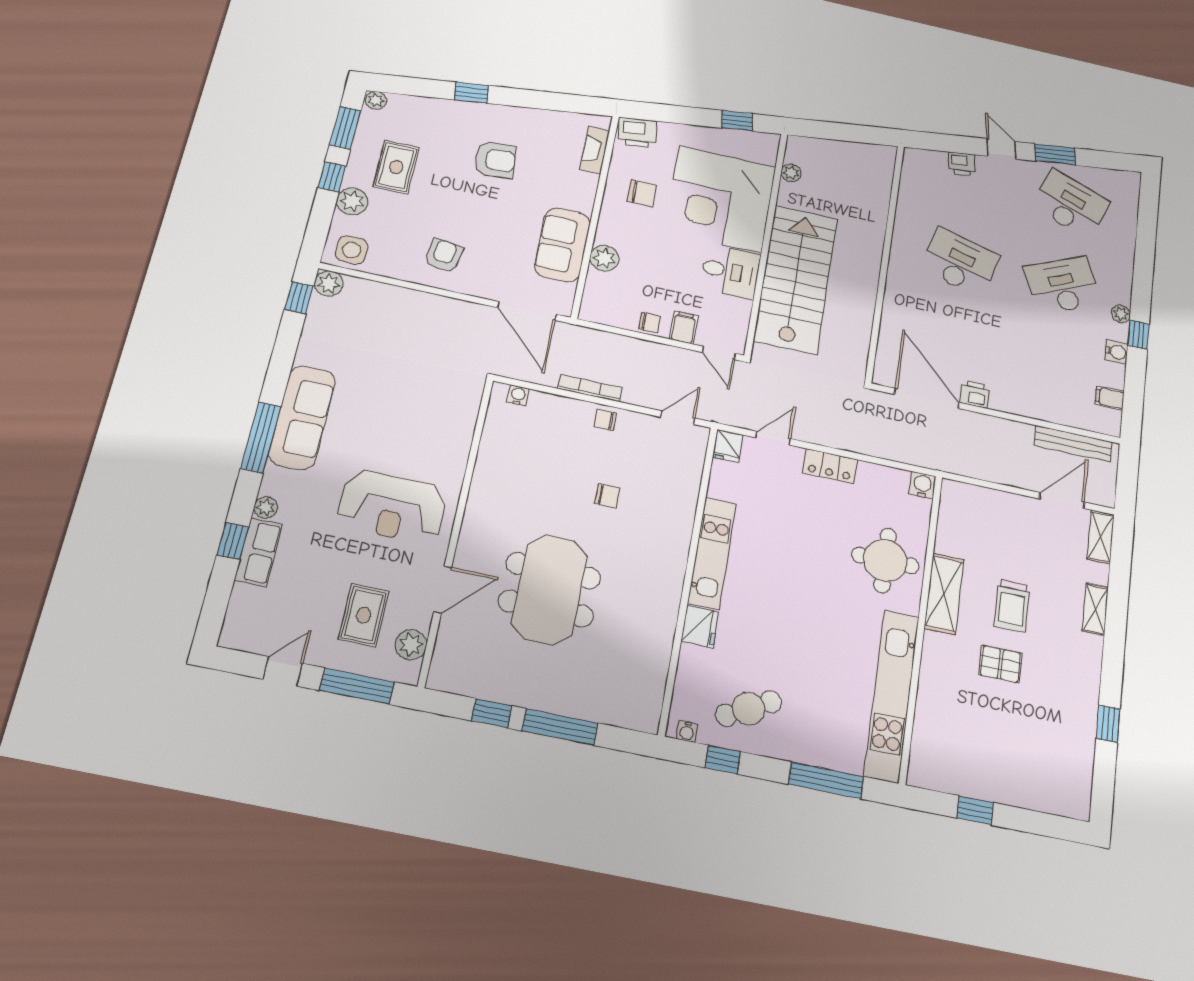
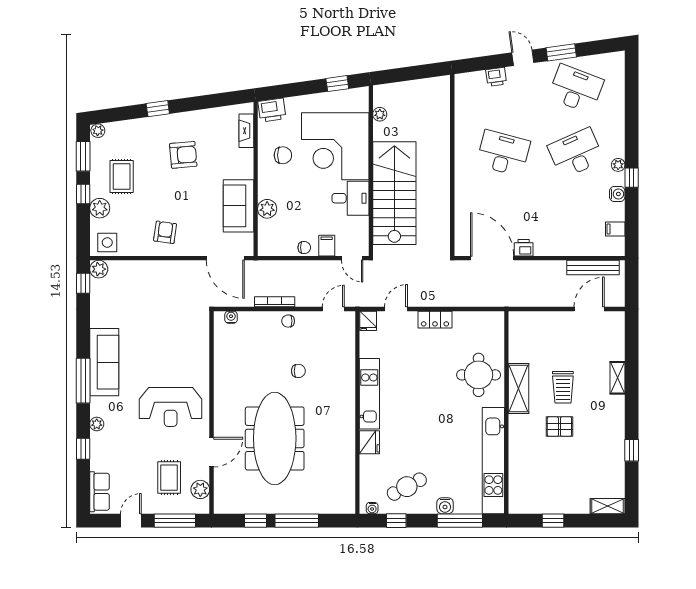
water cooler: (922, 485) -> (445, 506), moved, turned 180
shelving: (1101, 537) -> (608, 506), moved, turned 90
row of seats: (258, 552) -> (99, 492), moved
meeting table: (550, 590) -> (275, 438), width x1.36

